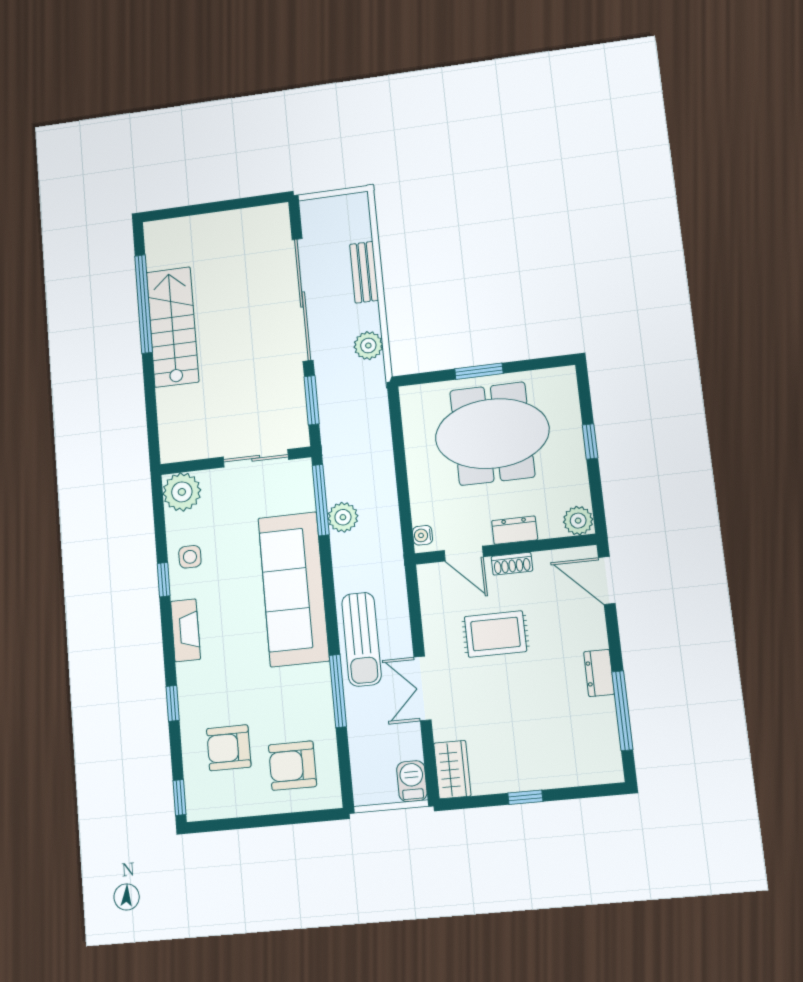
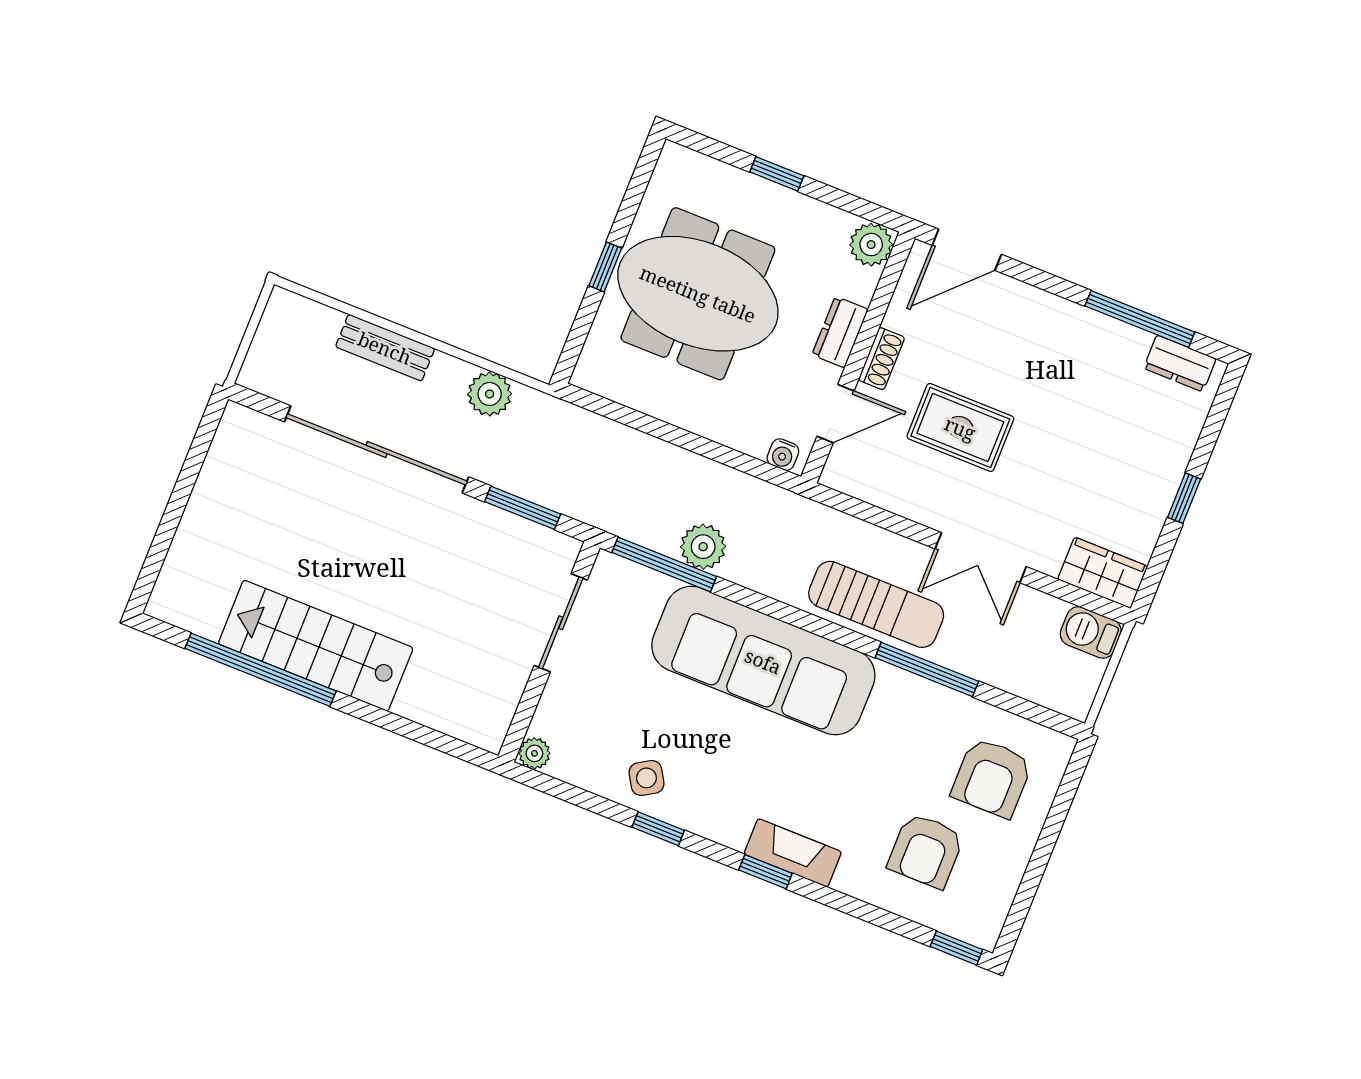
window: (479, 371) -> (605, 267), width x0.67
meeting table: (492, 434) -> (698, 294), turned 90
plant: (182, 492) -> (534, 753), width x0.53, depth x0.53
side table: (190, 557) -> (646, 778), turned -31
fireplace: (185, 630) -> (793, 853), moved
rug: (495, 634) -> (960, 428), turned 90
dresser: (599, 673) -> (1180, 363), moved
window: (173, 703) -> (765, 872), moved

